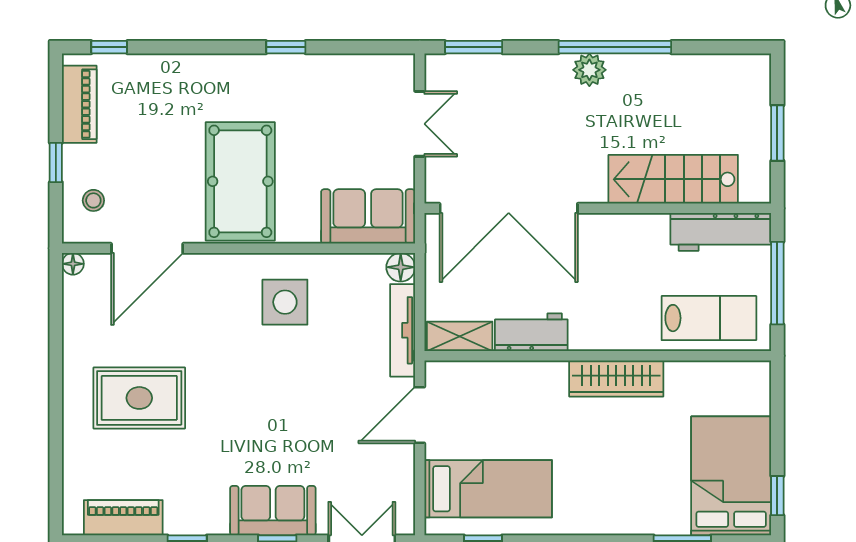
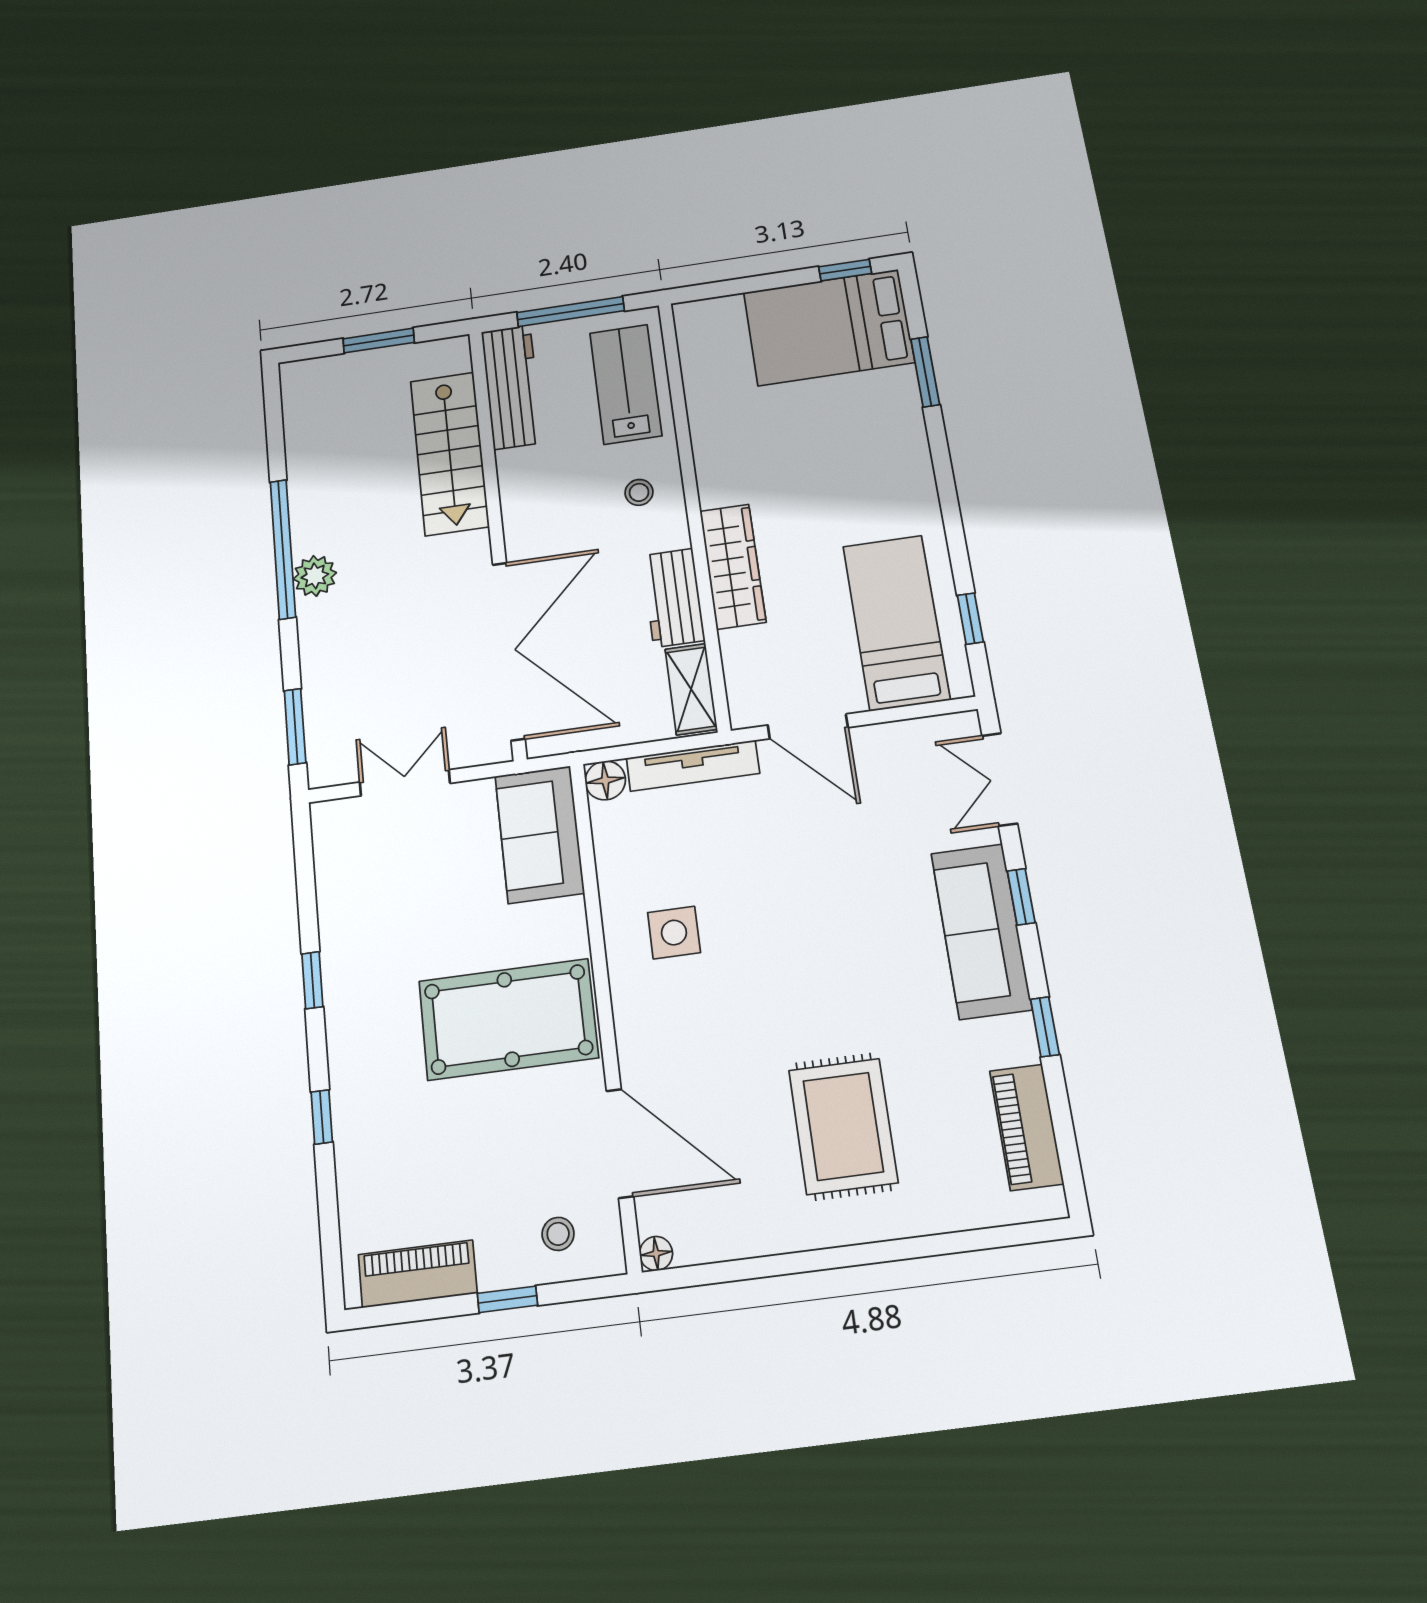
window: (109, 47) -> (322, 1117), moved
side table: (285, 302) -> (674, 933), width x0.73, depth x0.73
stool: (619, 317) -> (639, 492), added
wardrobe: (616, 378) -> (733, 566), moved
sofa: (273, 511) -> (981, 931), width x1.36

